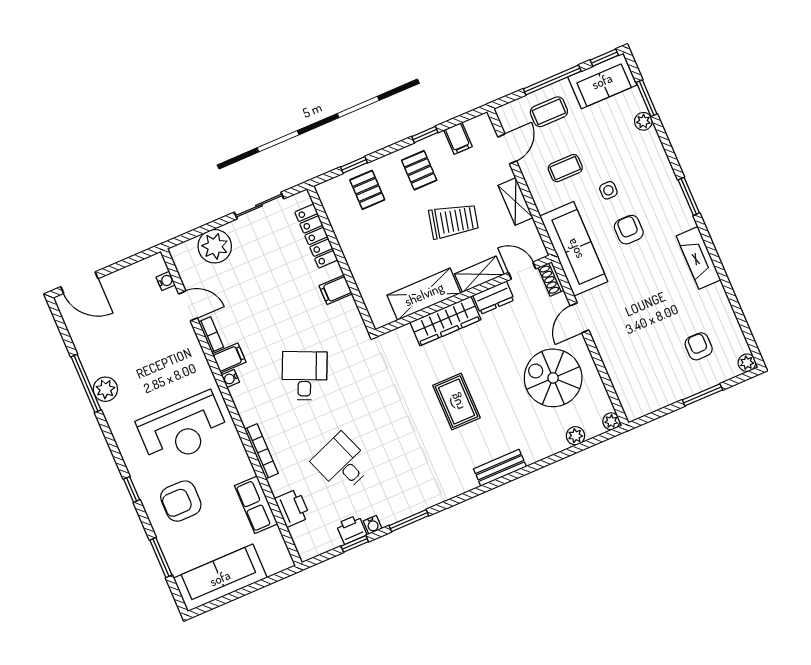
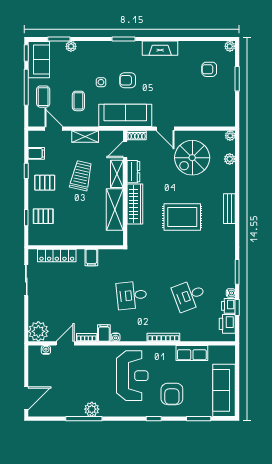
plant: (215, 246) -> (38, 331), moved
desk: (304, 376) -> (132, 295), turned -30
rug: (456, 402) -> (182, 217), width x1.36, depth x1.43
printer: (292, 508) -> (227, 324), moved, turned -90

